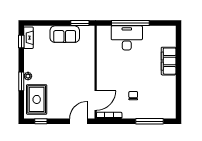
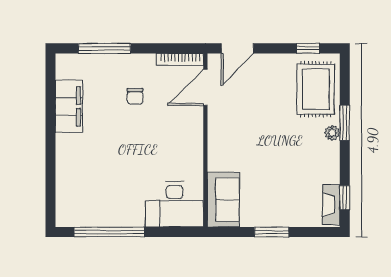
window: (80, 23) -> (272, 232), moved
window: (130, 23) -> (109, 232), moved
sofa: (65, 34) -> (223, 200), moved, turned 90
desk: (127, 38) -> (175, 204), moved
filing cabinet: (169, 61) -> (69, 106), moved

